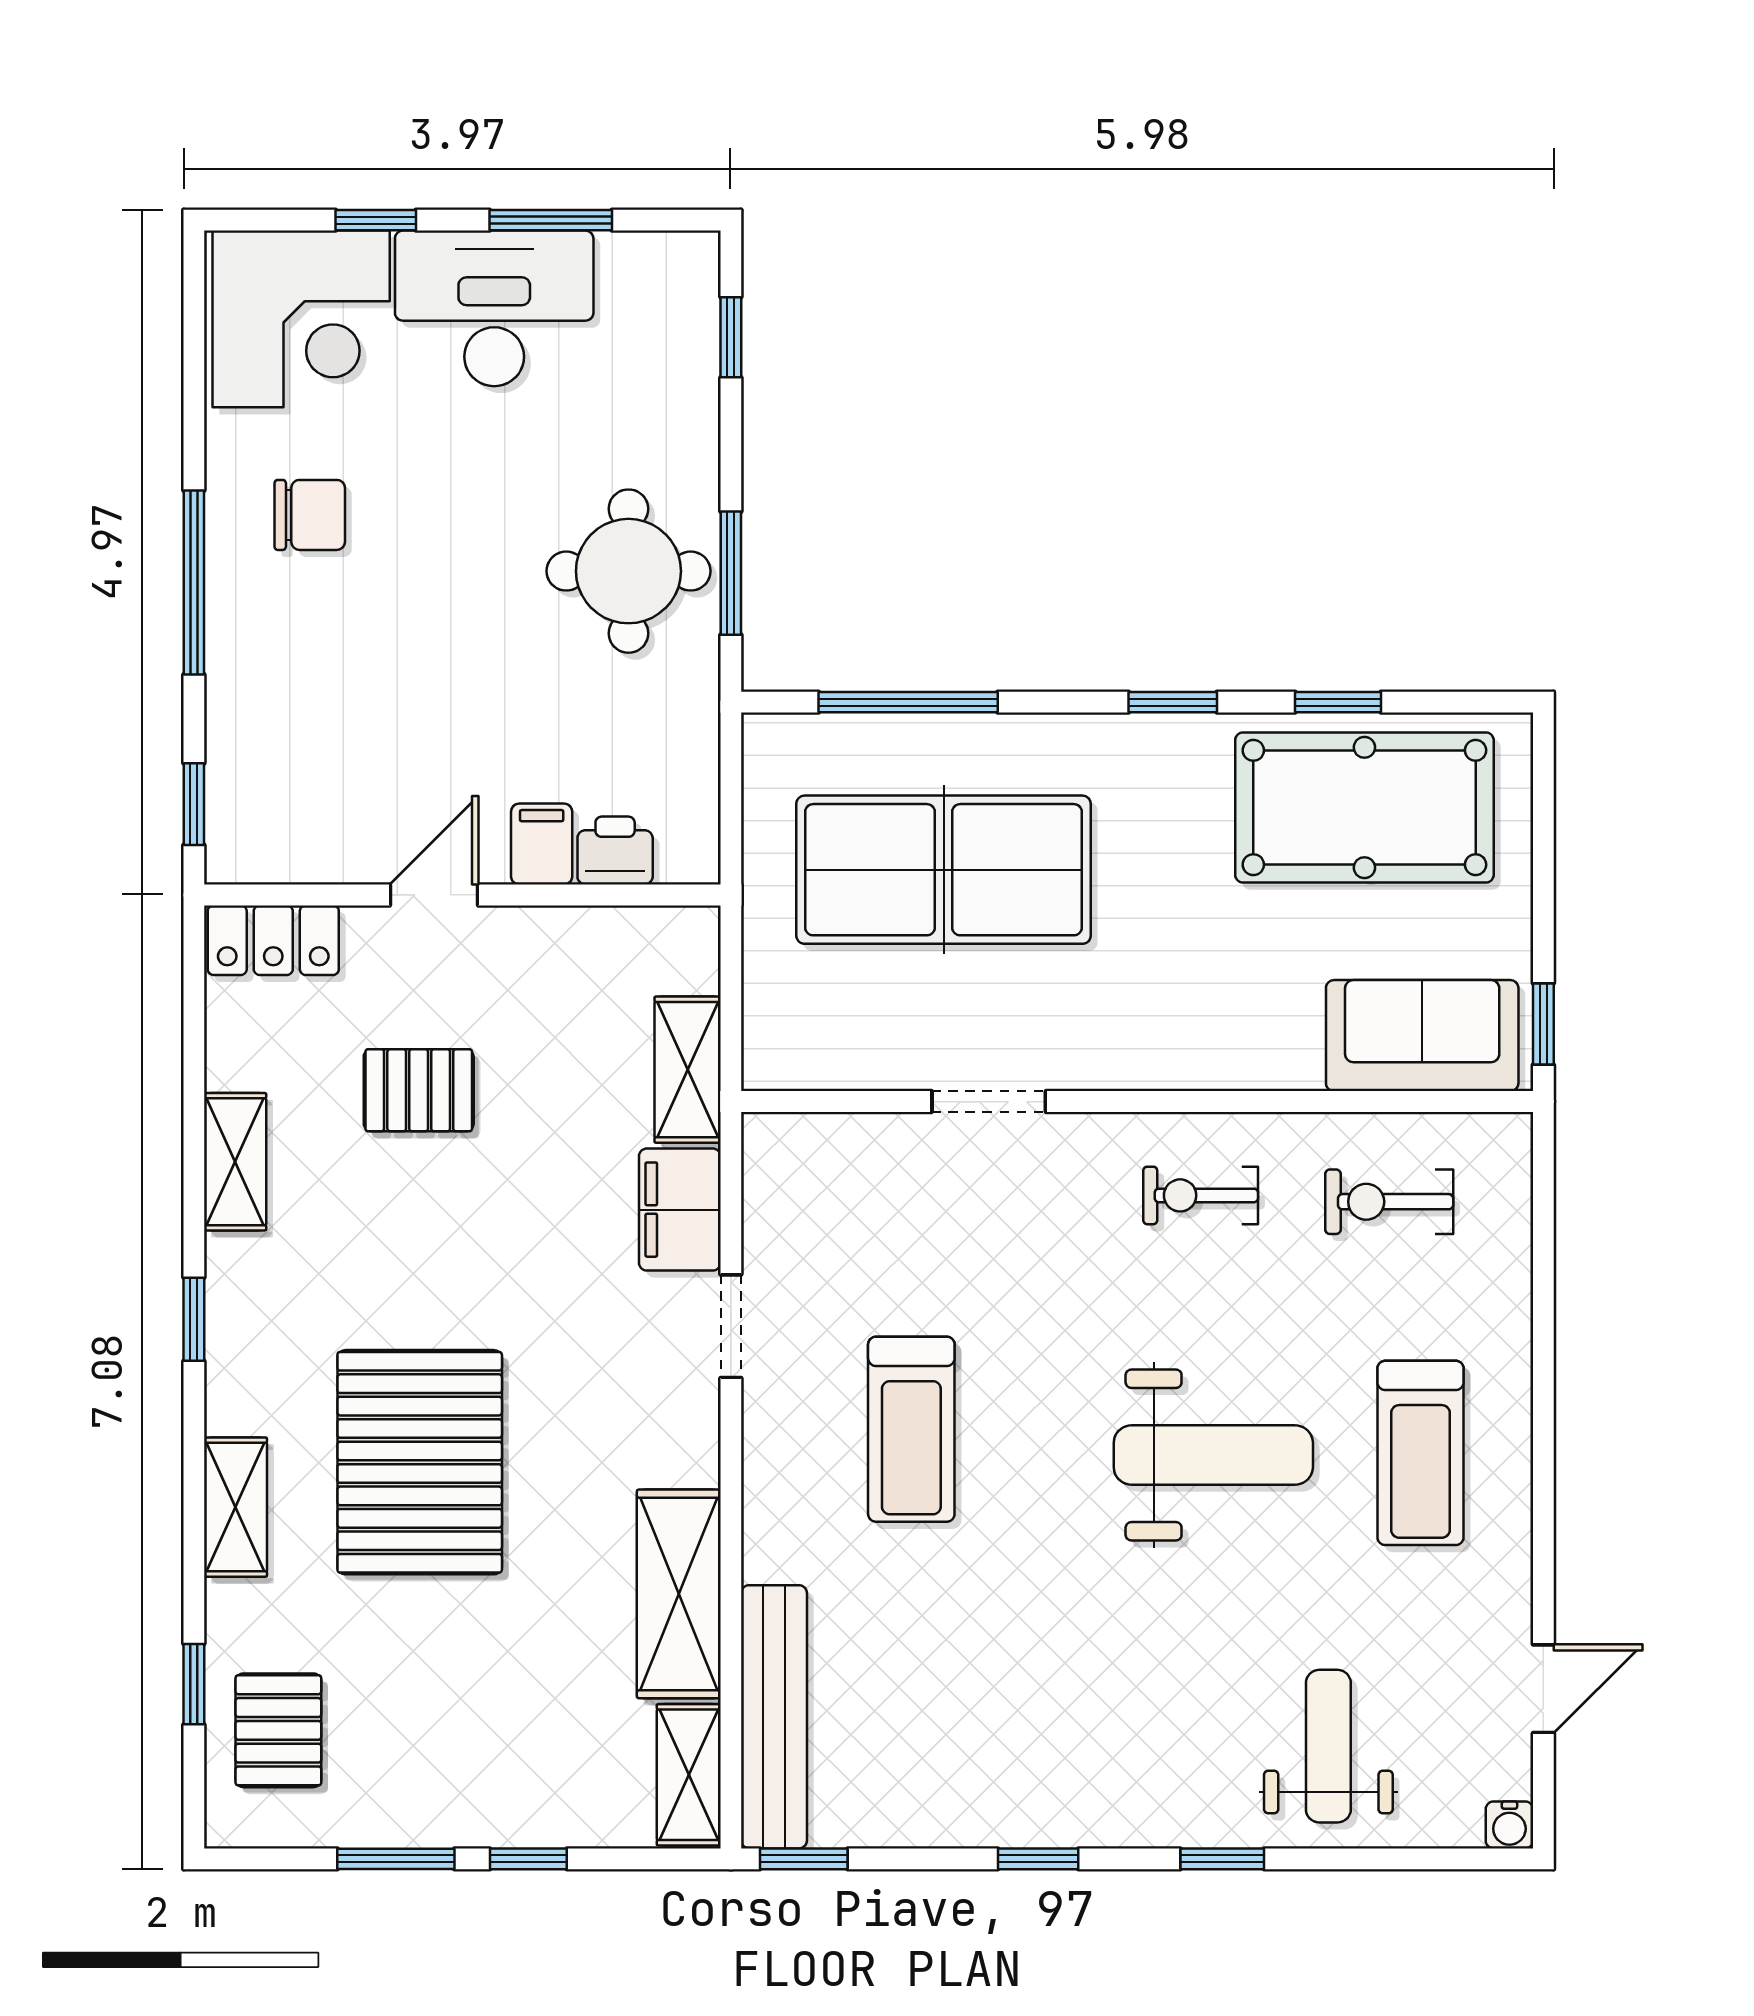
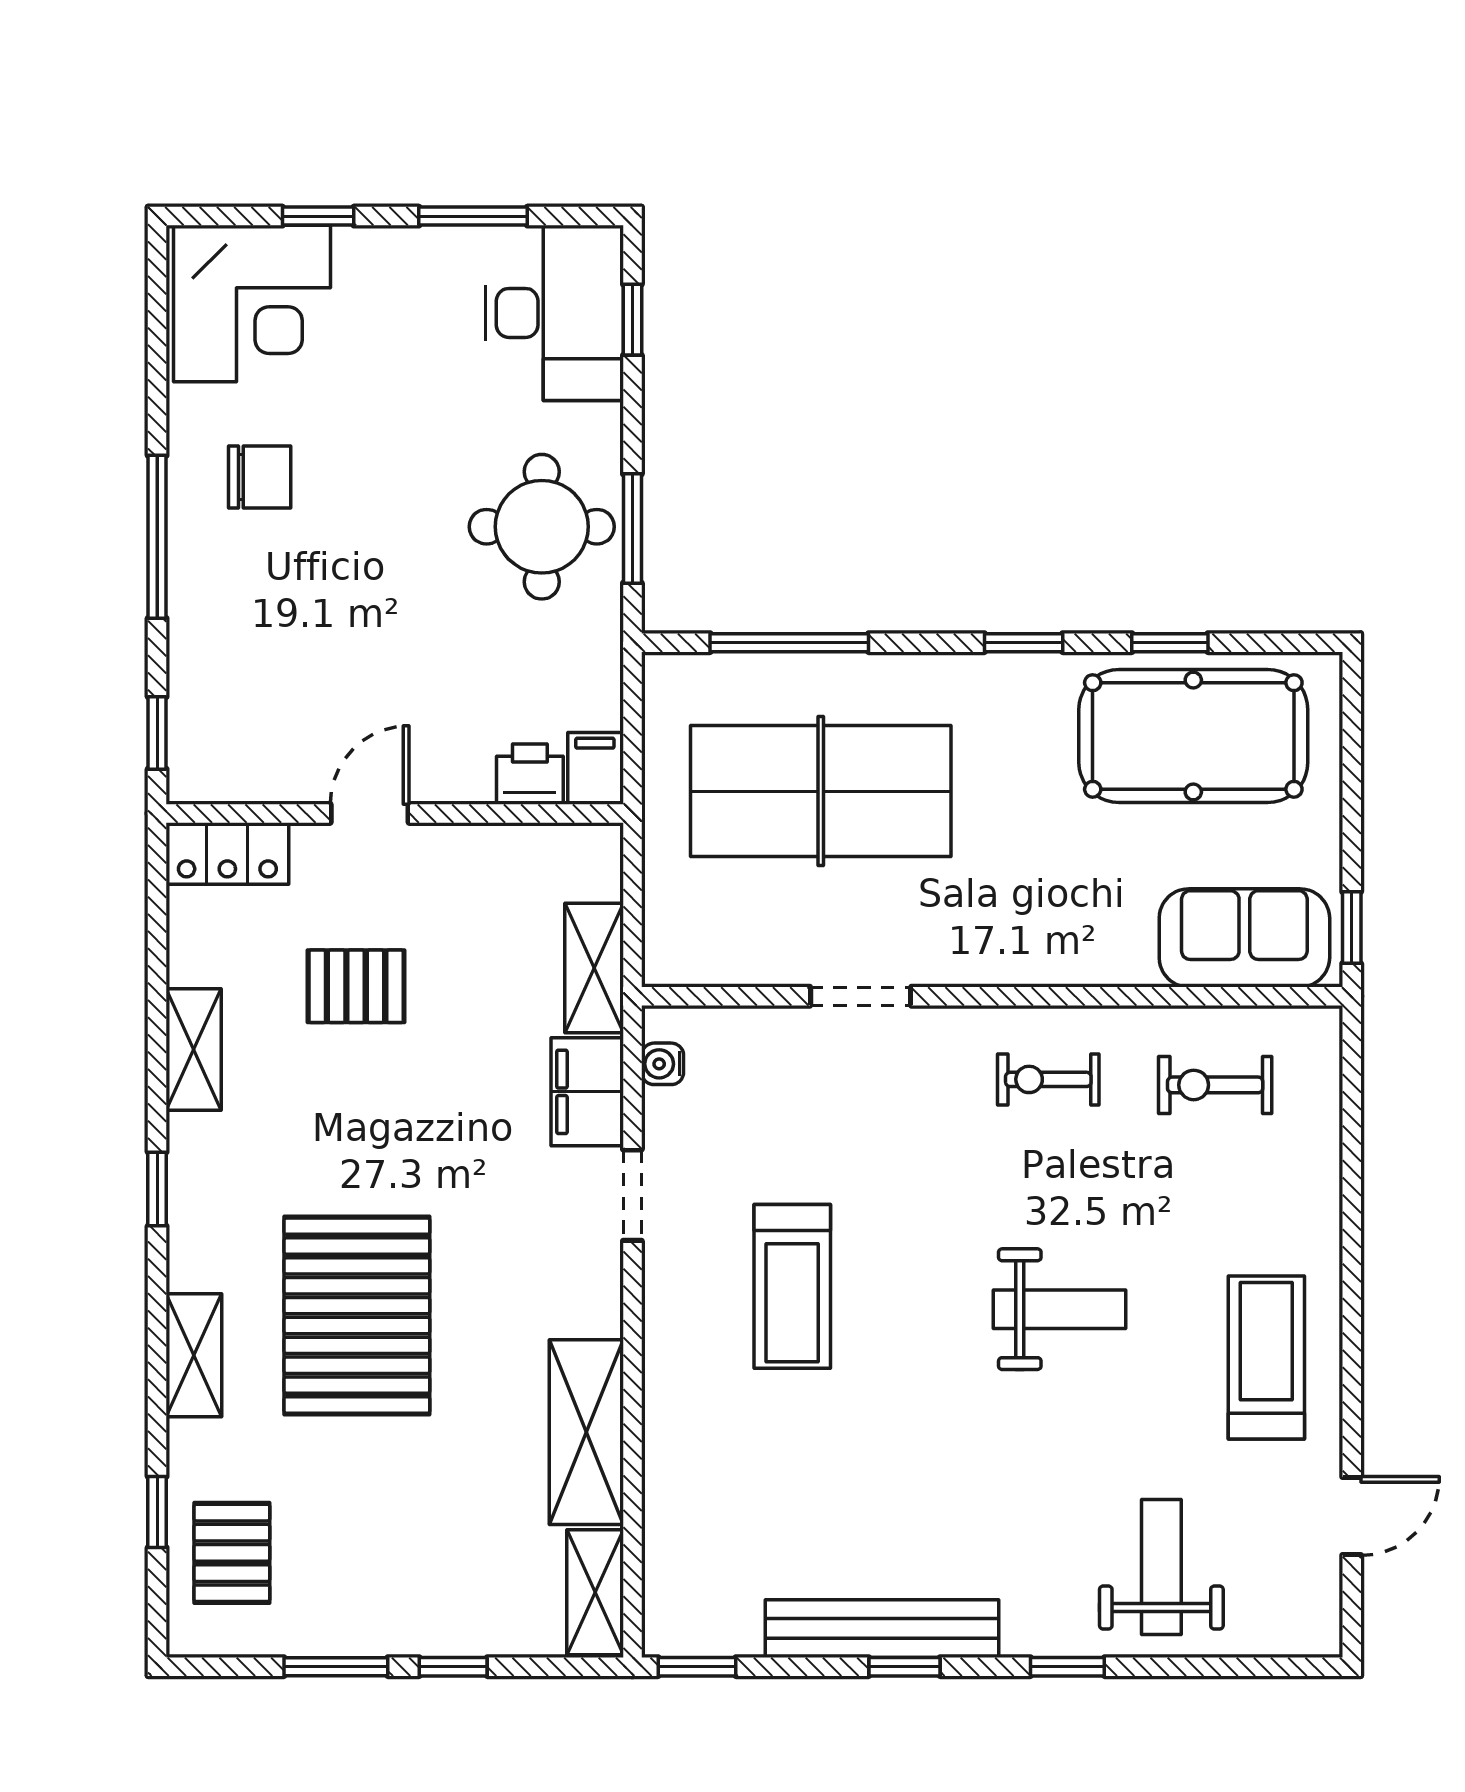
desk: (494, 308) -> (554, 313), moved, turned 90
filing cabinet: (542, 844) -> (595, 768), moved
treadmill: (1421, 1453) -> (1266, 1357), moved, turned 180
weight bench: (1213, 1455) -> (1059, 1309), width x0.73, depth x0.75
bench: (774, 1717) -> (882, 1629), moved, turned 90
water cooler: (1509, 1825) -> (663, 1064), moved, turned 90

